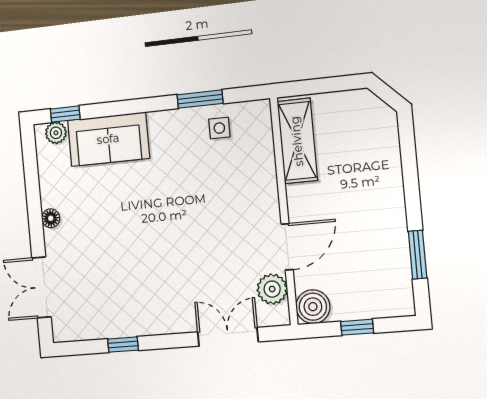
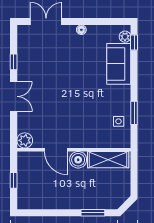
window: (418, 255) -> (93, 213), moved
plant: (272, 289) -> (25, 140), moved
boiler: (313, 307) -> (78, 160), moved
double door: (228, 337) -> (14, 96), moved

